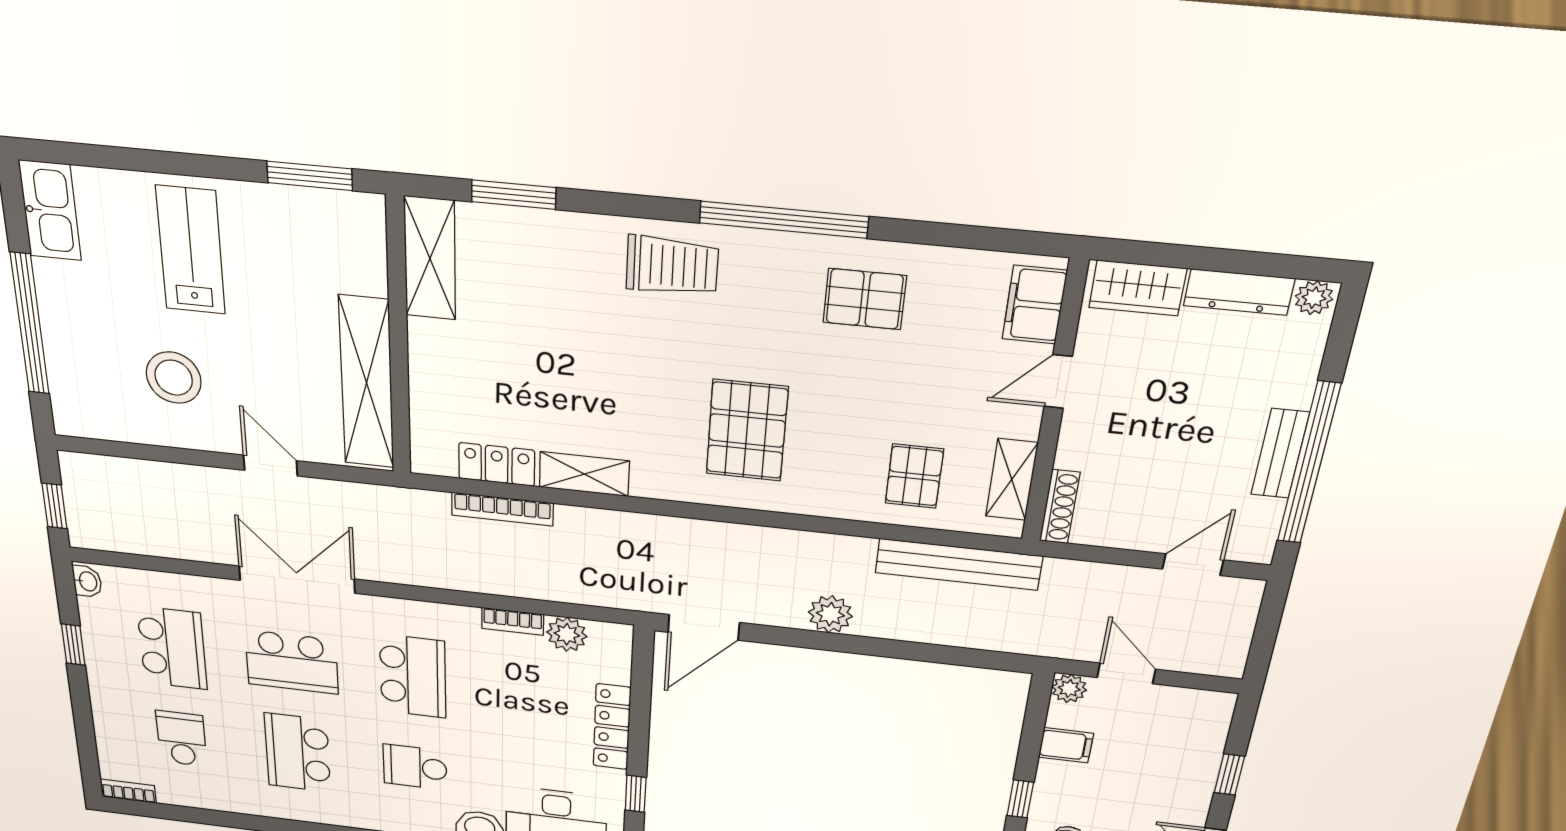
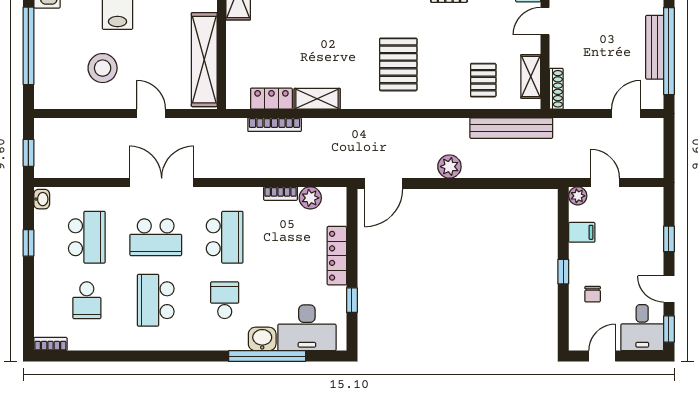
bench: (1280, 454) -> (655, 47), width x1.36
school desk: (182, 739) -> (87, 300), turned 180
school desk: (415, 767) -> (225, 300), turned 90

